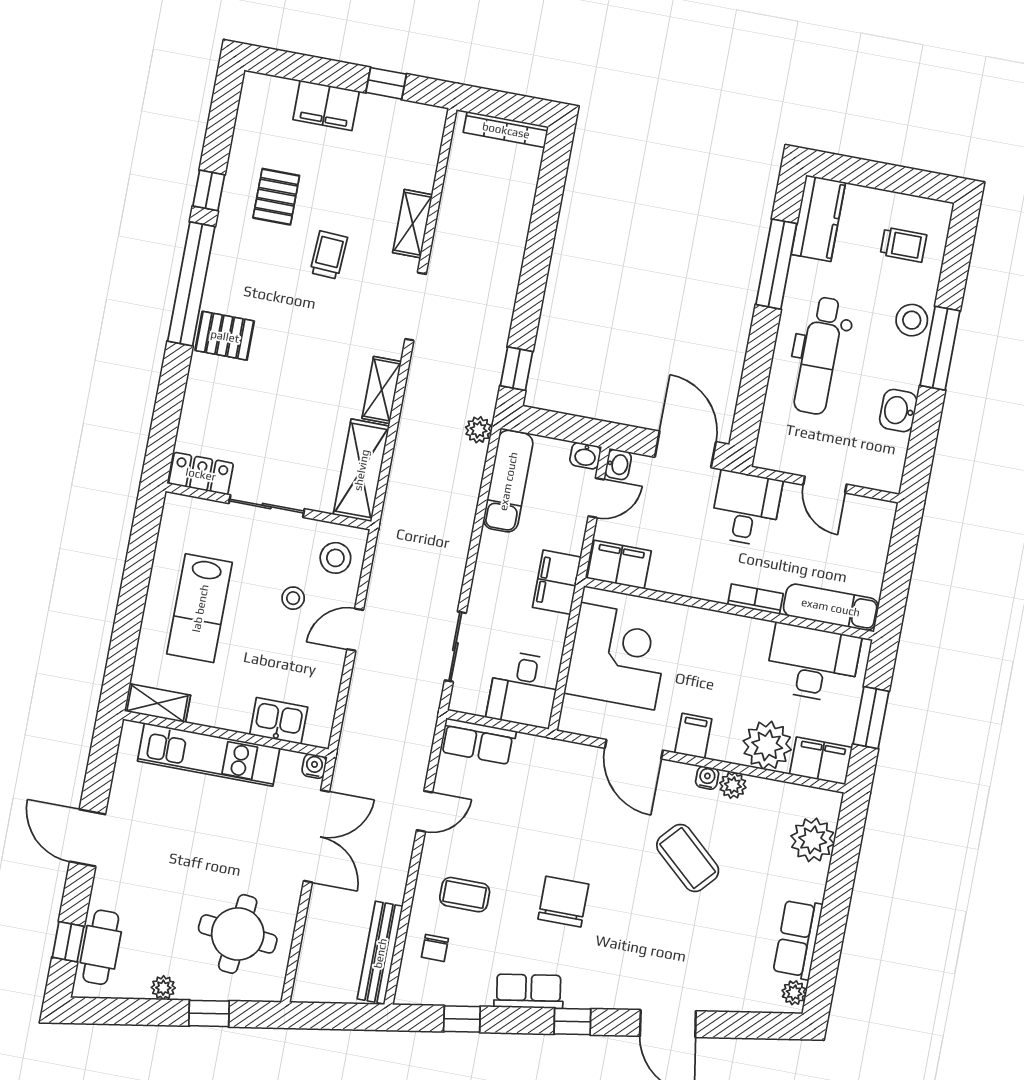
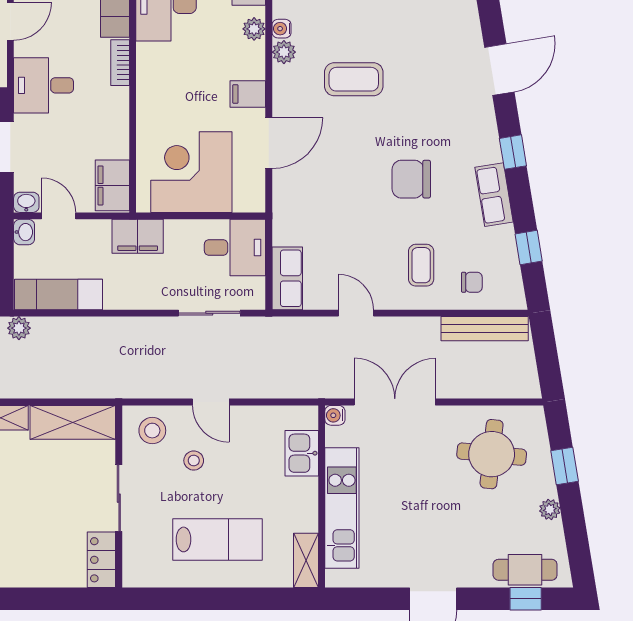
plant: (767, 745) -> (254, 29), width x0.53, depth x0.53
water cooler: (707, 778) -> (282, 29), moved
coffee table: (688, 858) -> (354, 79), turned 48

